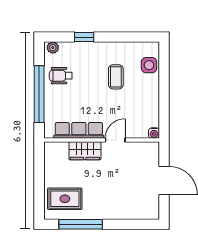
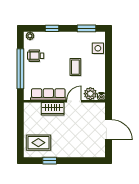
window: (133, 37) -> (87, 28), added
coffee table: (116, 77) -> (75, 67), moved
plant: (138, 129) -> (90, 94), added
window: (81, 224) -> (50, 161), width x0.46

